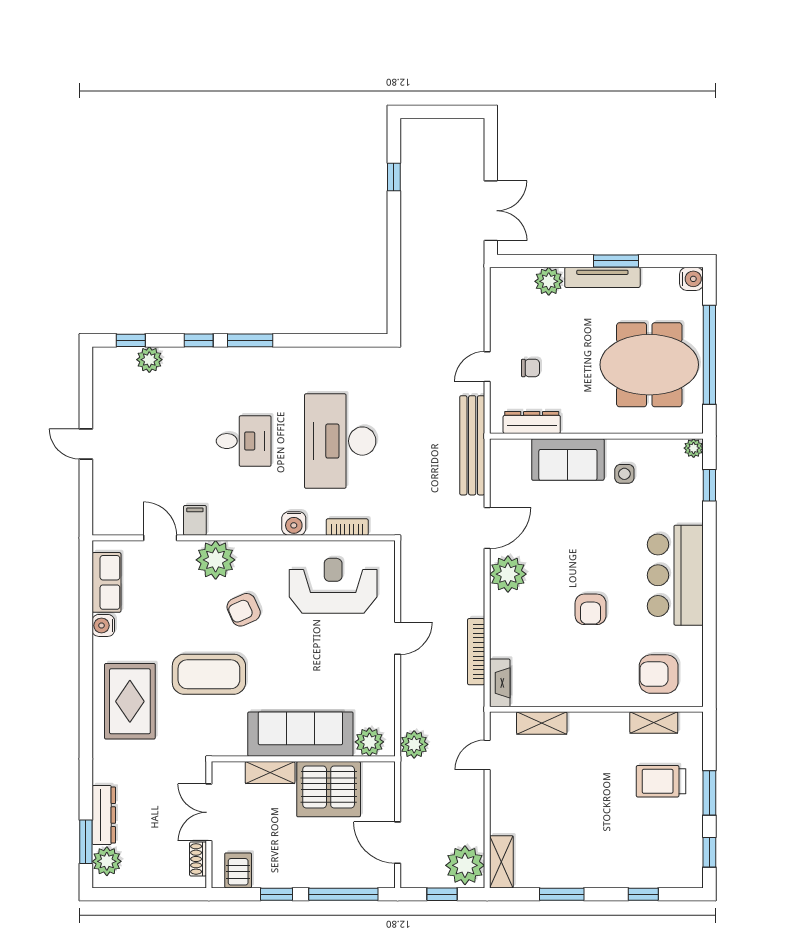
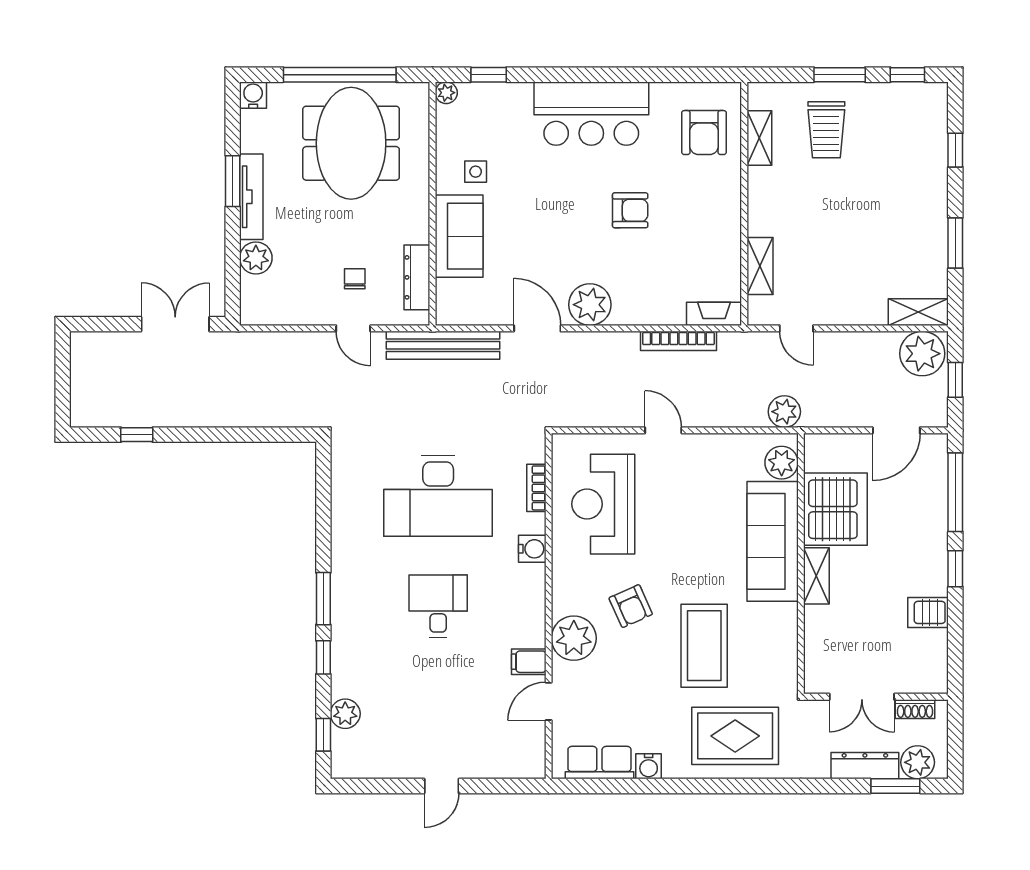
double door: (209, 812) -> (862, 697), moved
wall: (209, 825) -> (876, 697), moved
shoe rack: (198, 859) -> (915, 709), moved

